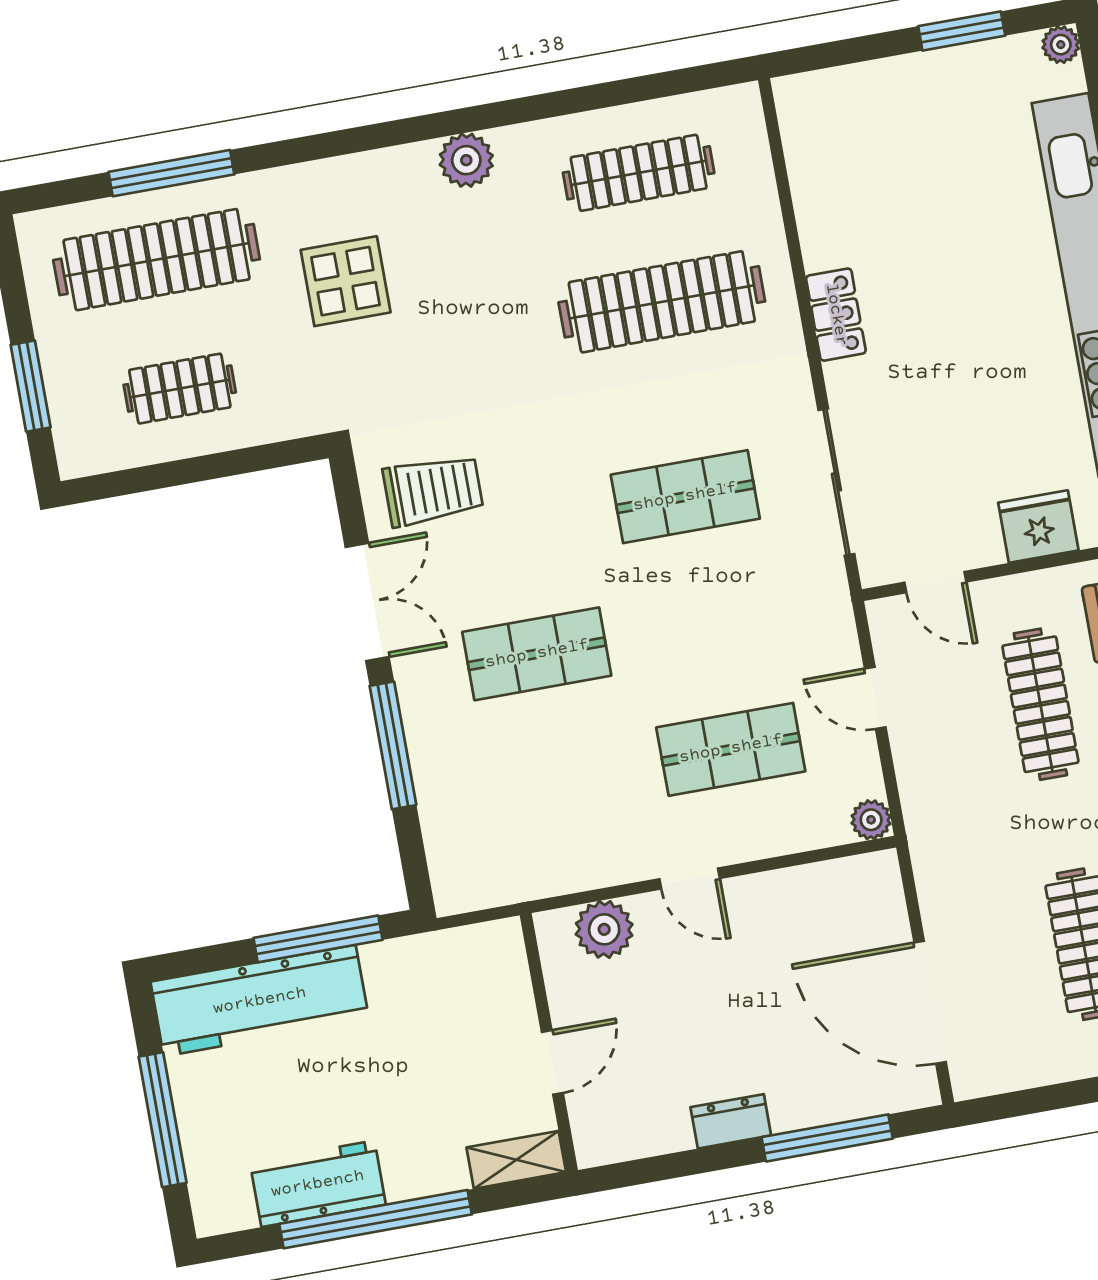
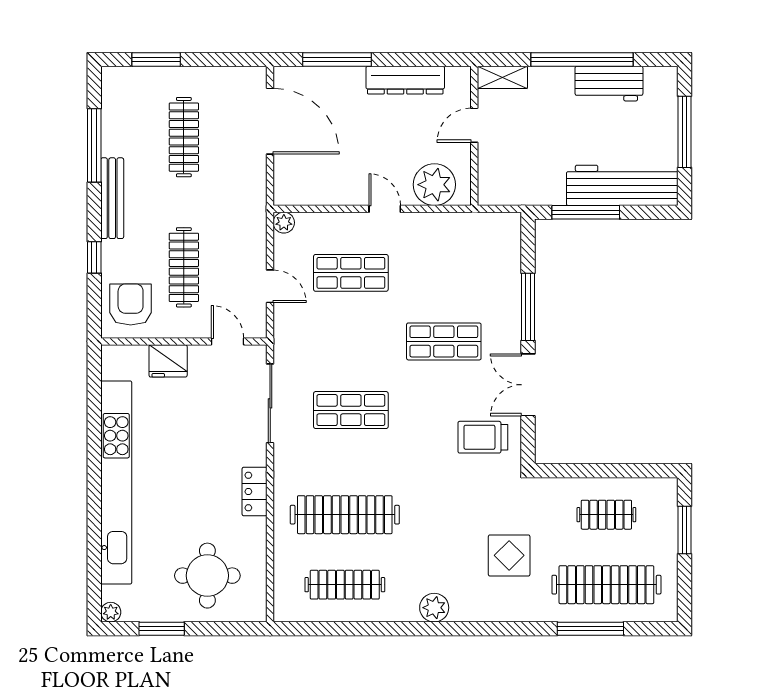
round table: (895, 144) -> (207, 576), added
plant: (604, 929) -> (434, 185), width x1.36, depth x1.36
dresser: (731, 1121) -> (405, 80), width x1.96, depth x1.24

